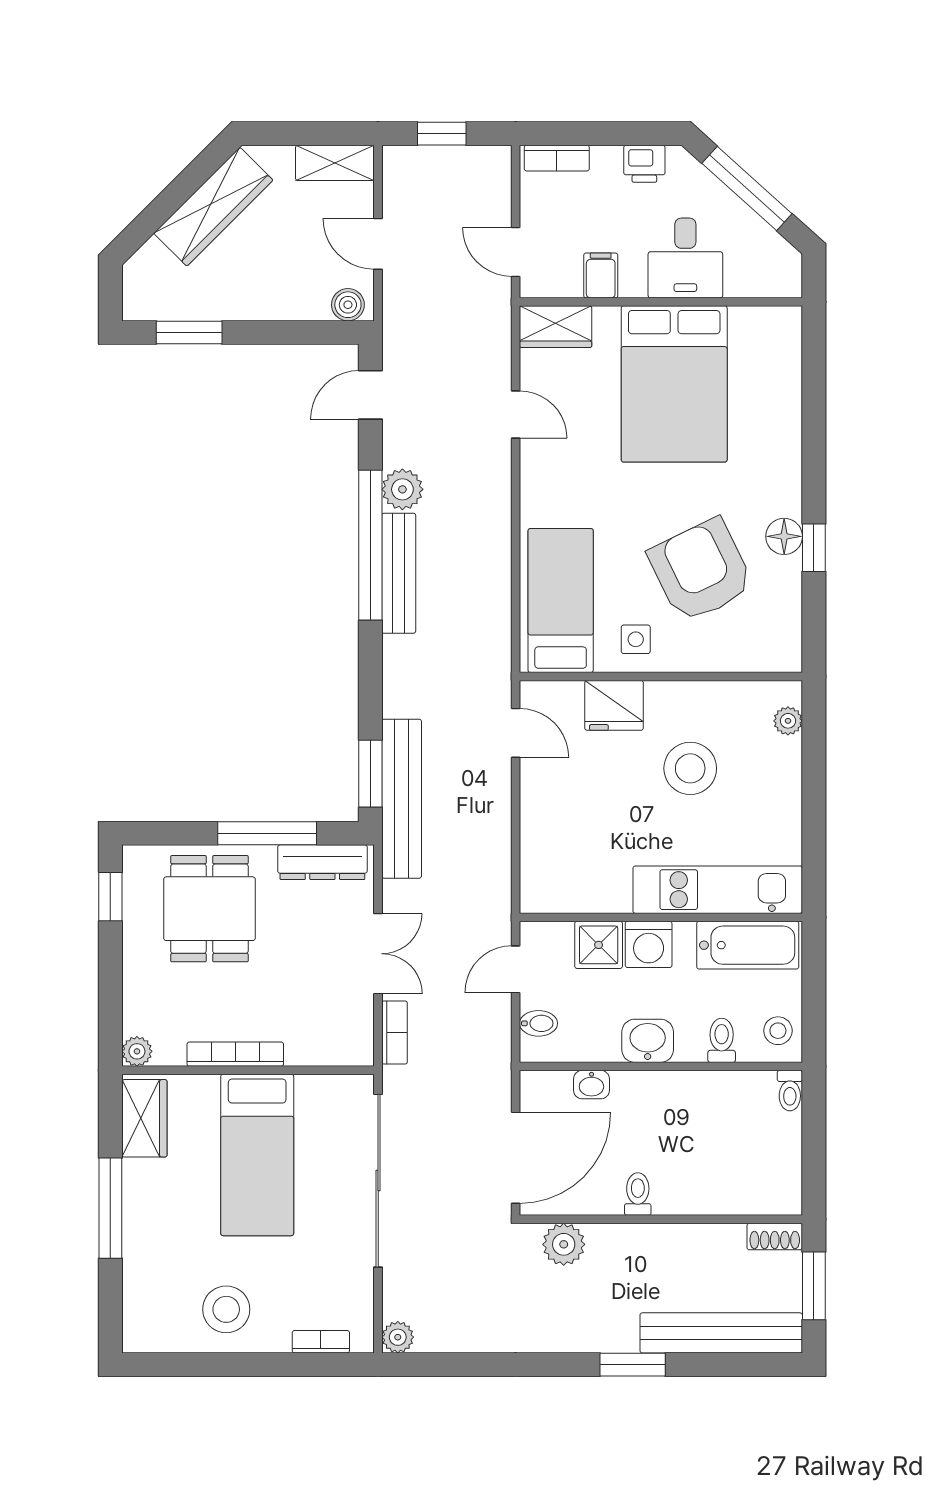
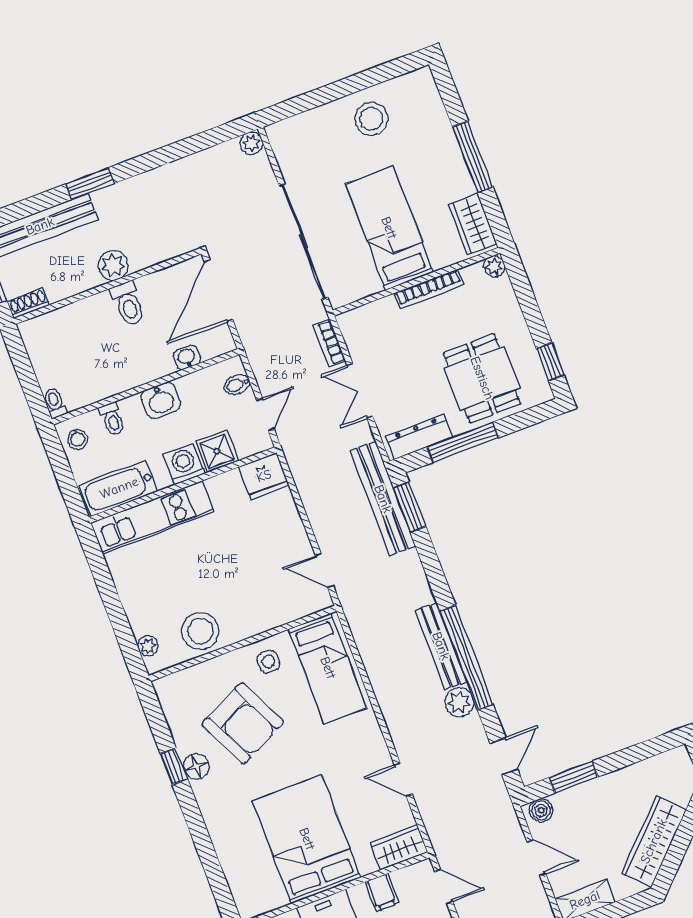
window: (189, 332) -> (574, 777), moved
fridge: (614, 705) -> (264, 476), moved, turned 180
stool: (690, 768) -> (200, 631), moved
toilet: (638, 1194) -> (128, 304), width x1.37, depth x1.39
plant: (564, 1244) -> (113, 265), moved
bookcase: (321, 1342) -> (301, 121), removed

